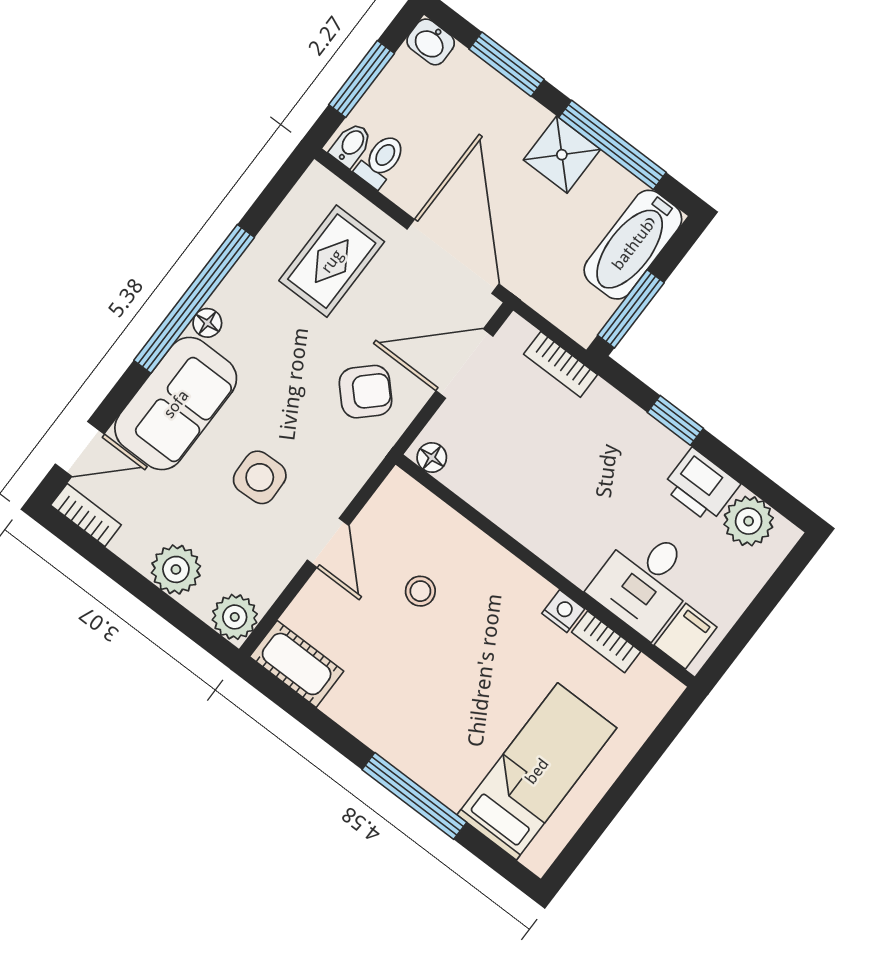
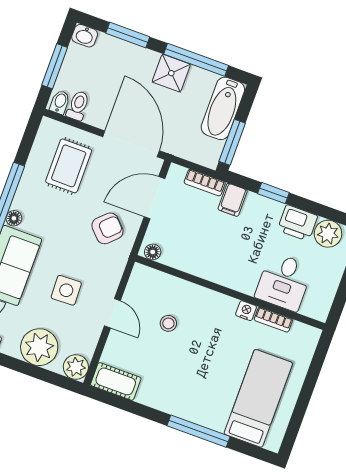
plant: (176, 569) -> (39, 347), width x1.36, depth x1.36
filing cabinet: (686, 636) -> (233, 200), moved, turned 180

